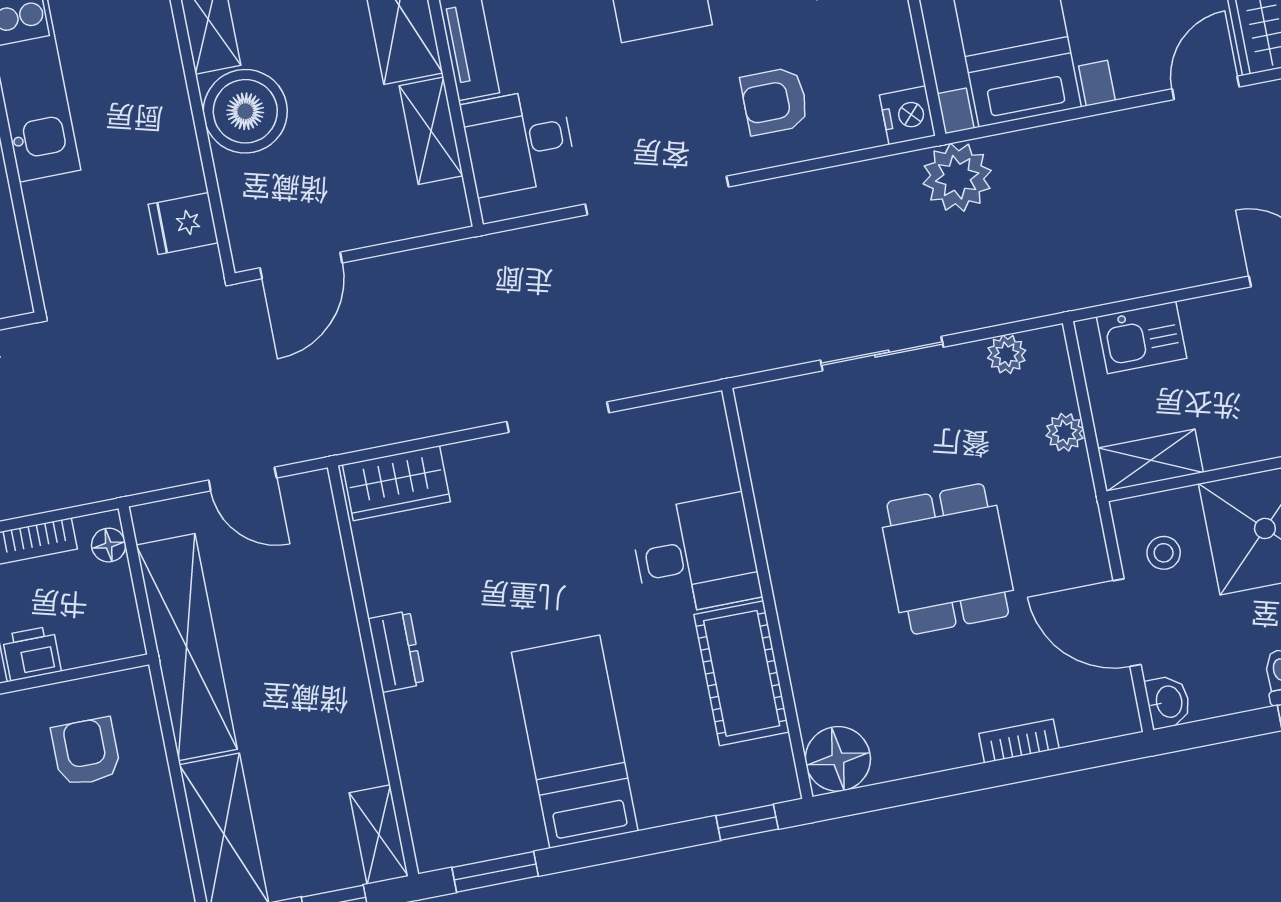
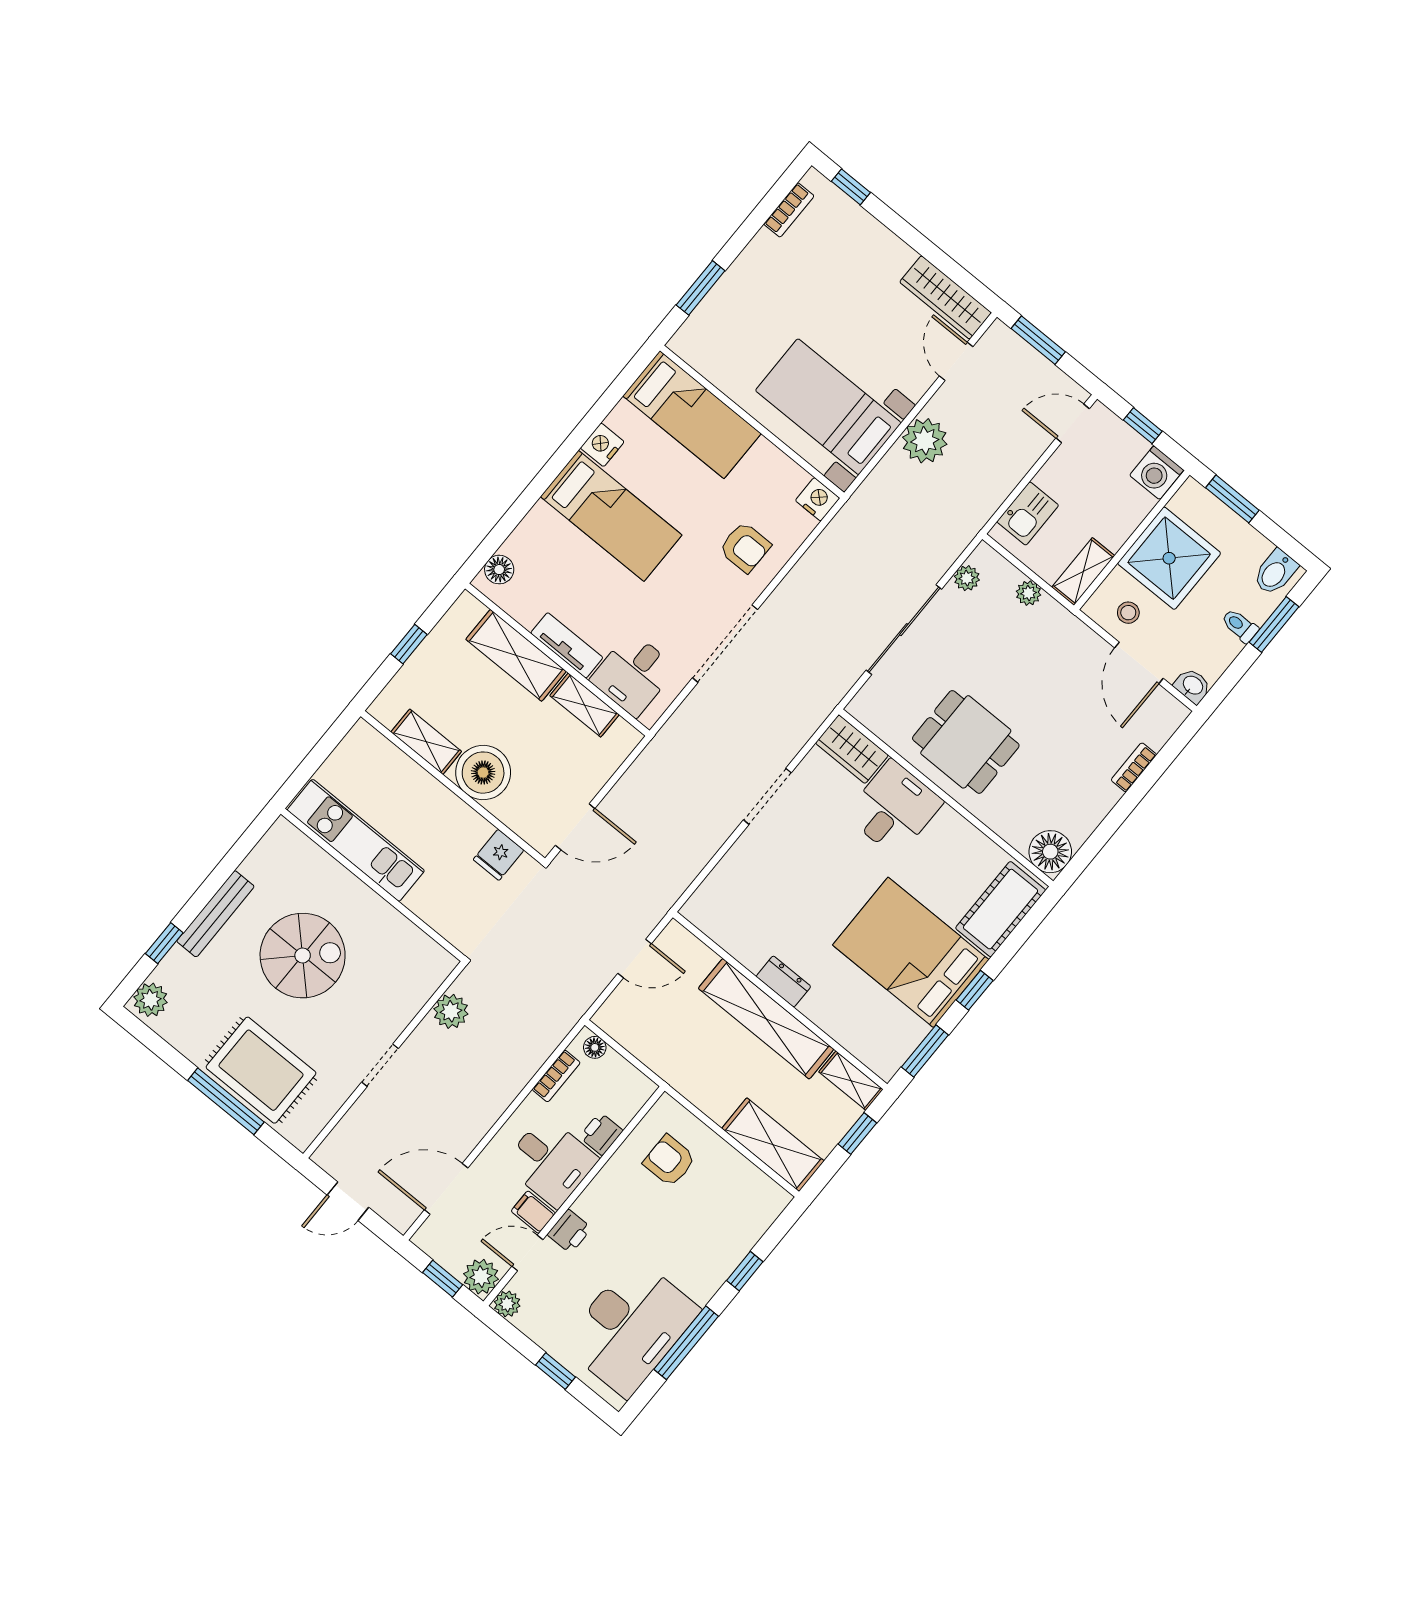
armchair: (775, 101) -> (745, 547), turned -90
plant: (957, 177) -> (925, 441), moved
door: (301, 265) -> (575, 827), hinge flipped
sliding door: (882, 354) -> (904, 630), width x1.37
wardrobe: (396, 483) -> (852, 749), moved, turned 90
dining table: (948, 559) -> (966, 742), moved
door: (1127, 623) -> (1139, 663), hinge flipped
shelving: (187, 647) -> (766, 1019), moved
cot: (742, 673) -> (1001, 909), moved, turned 90
bed: (575, 742) -> (911, 952), width x1.50
window: (747, 822) -> (975, 990), moved

